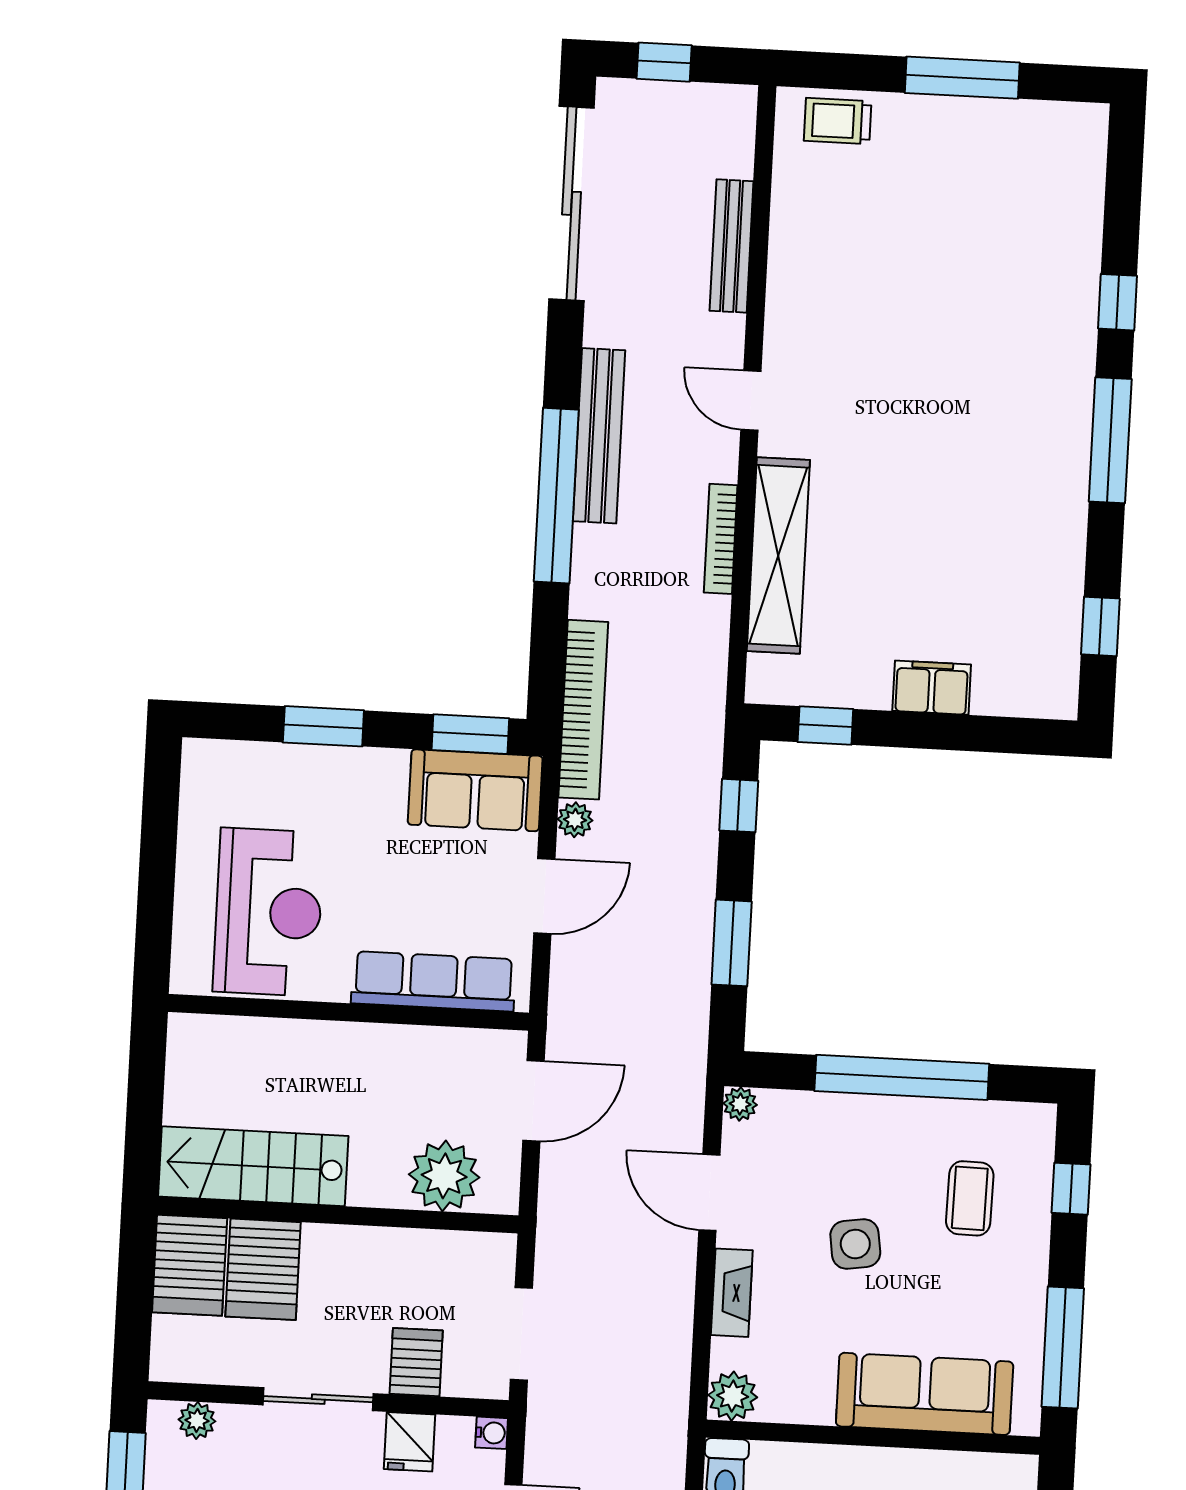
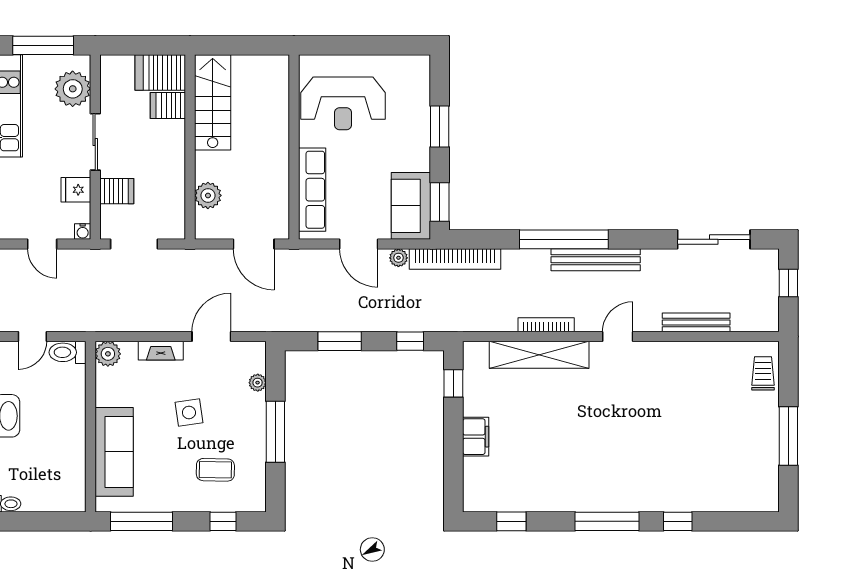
sliding door: (572, 203) -> (714, 239), width x0.73
window: (902, 1077) -> (275, 432), width x0.68
plant: (740, 1104) -> (258, 383), moved
plant: (444, 1176) -> (208, 195), width x0.73, depth x0.73
server rack: (263, 1269) -> (168, 105), width x0.73, depth x0.70
plant: (197, 1420) -> (73, 89), width x1.88, depth x1.88

